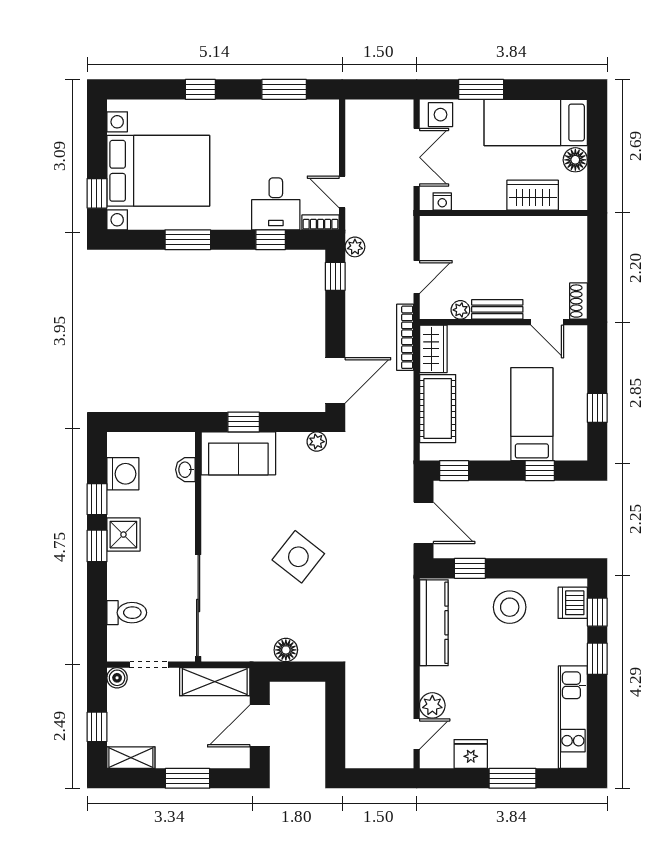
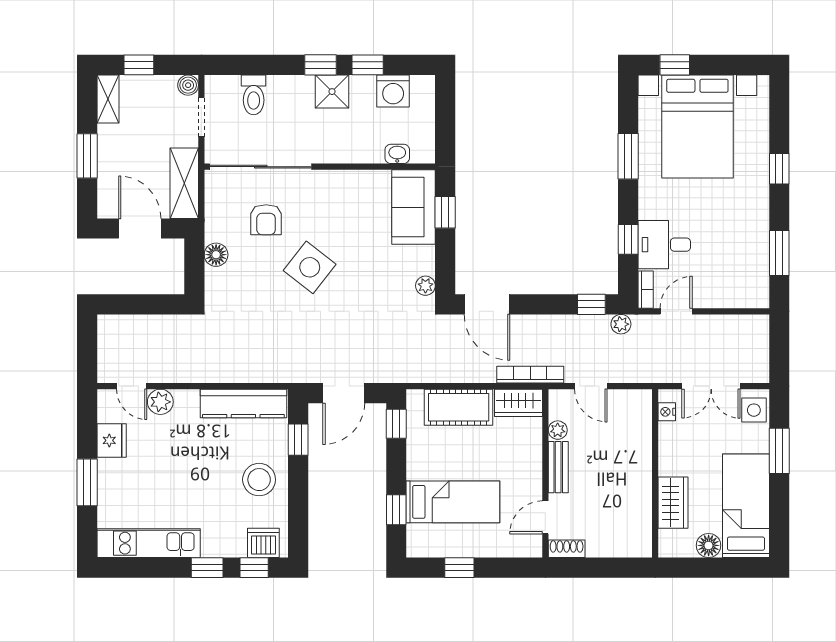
armchair: (251, 600) -> (266, 220), added

